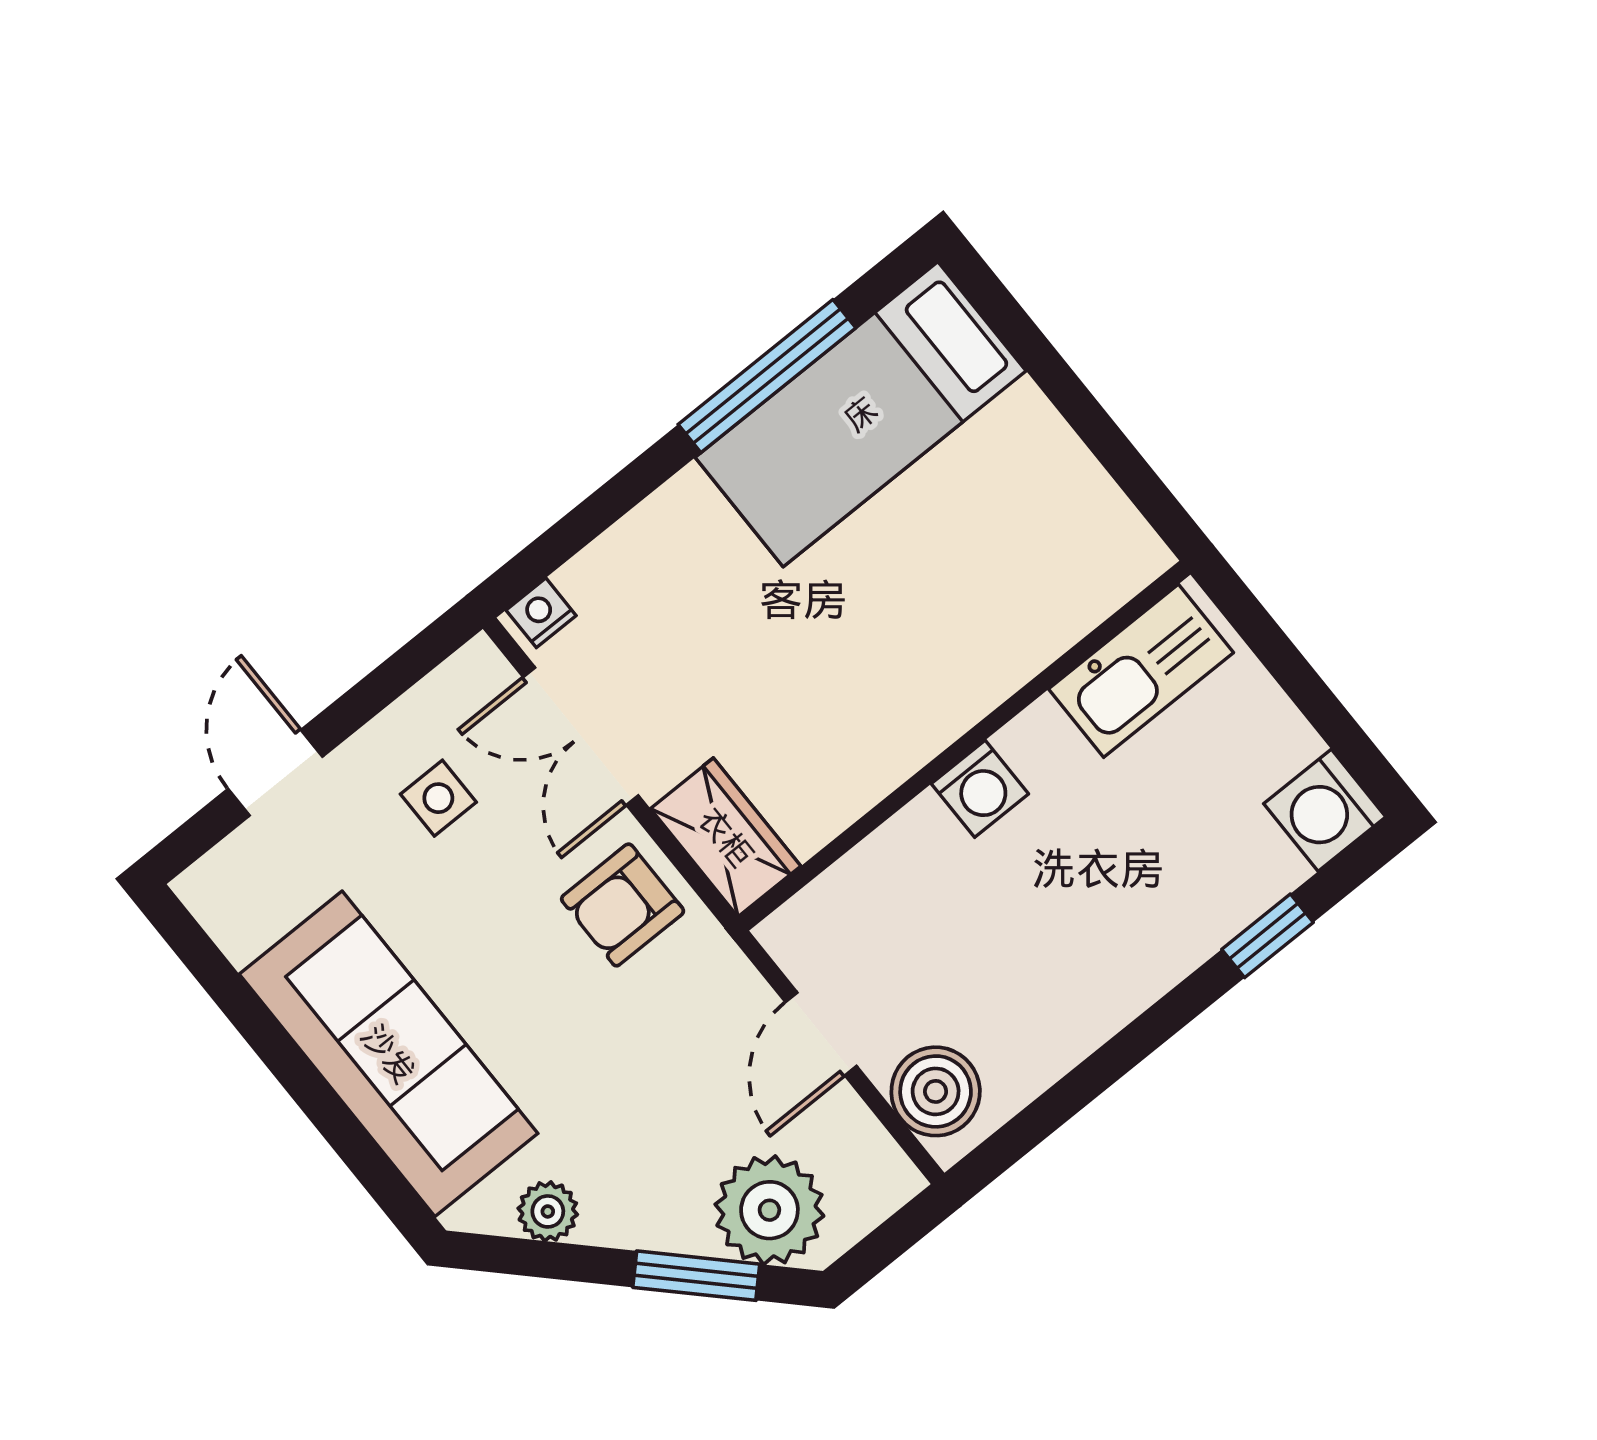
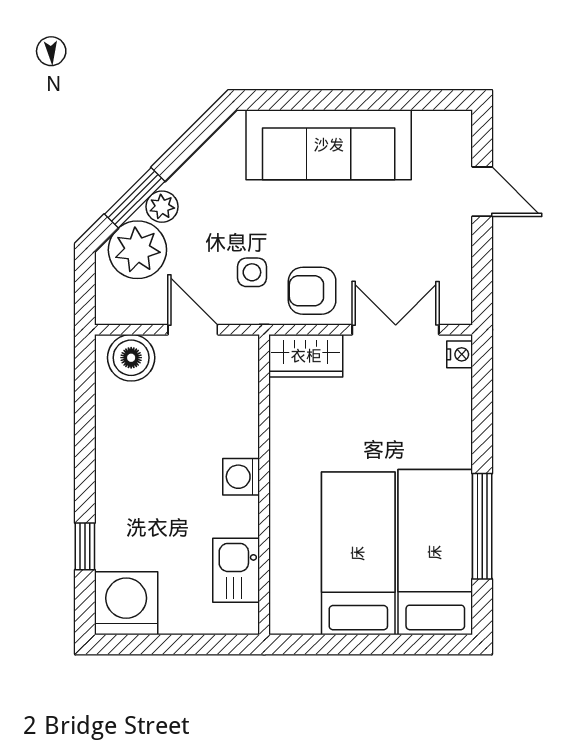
bed: (954, 526) -> (358, 553), added
kitchen sink: (1141, 671) -> (236, 570), width x0.73
side table: (438, 798) -> (252, 272), moved
washing machine: (1325, 810) -> (126, 603), width x1.37, depth x1.37
armchair: (623, 905) -> (312, 291), turned -90
plant: (548, 1211) -> (162, 207), moved

